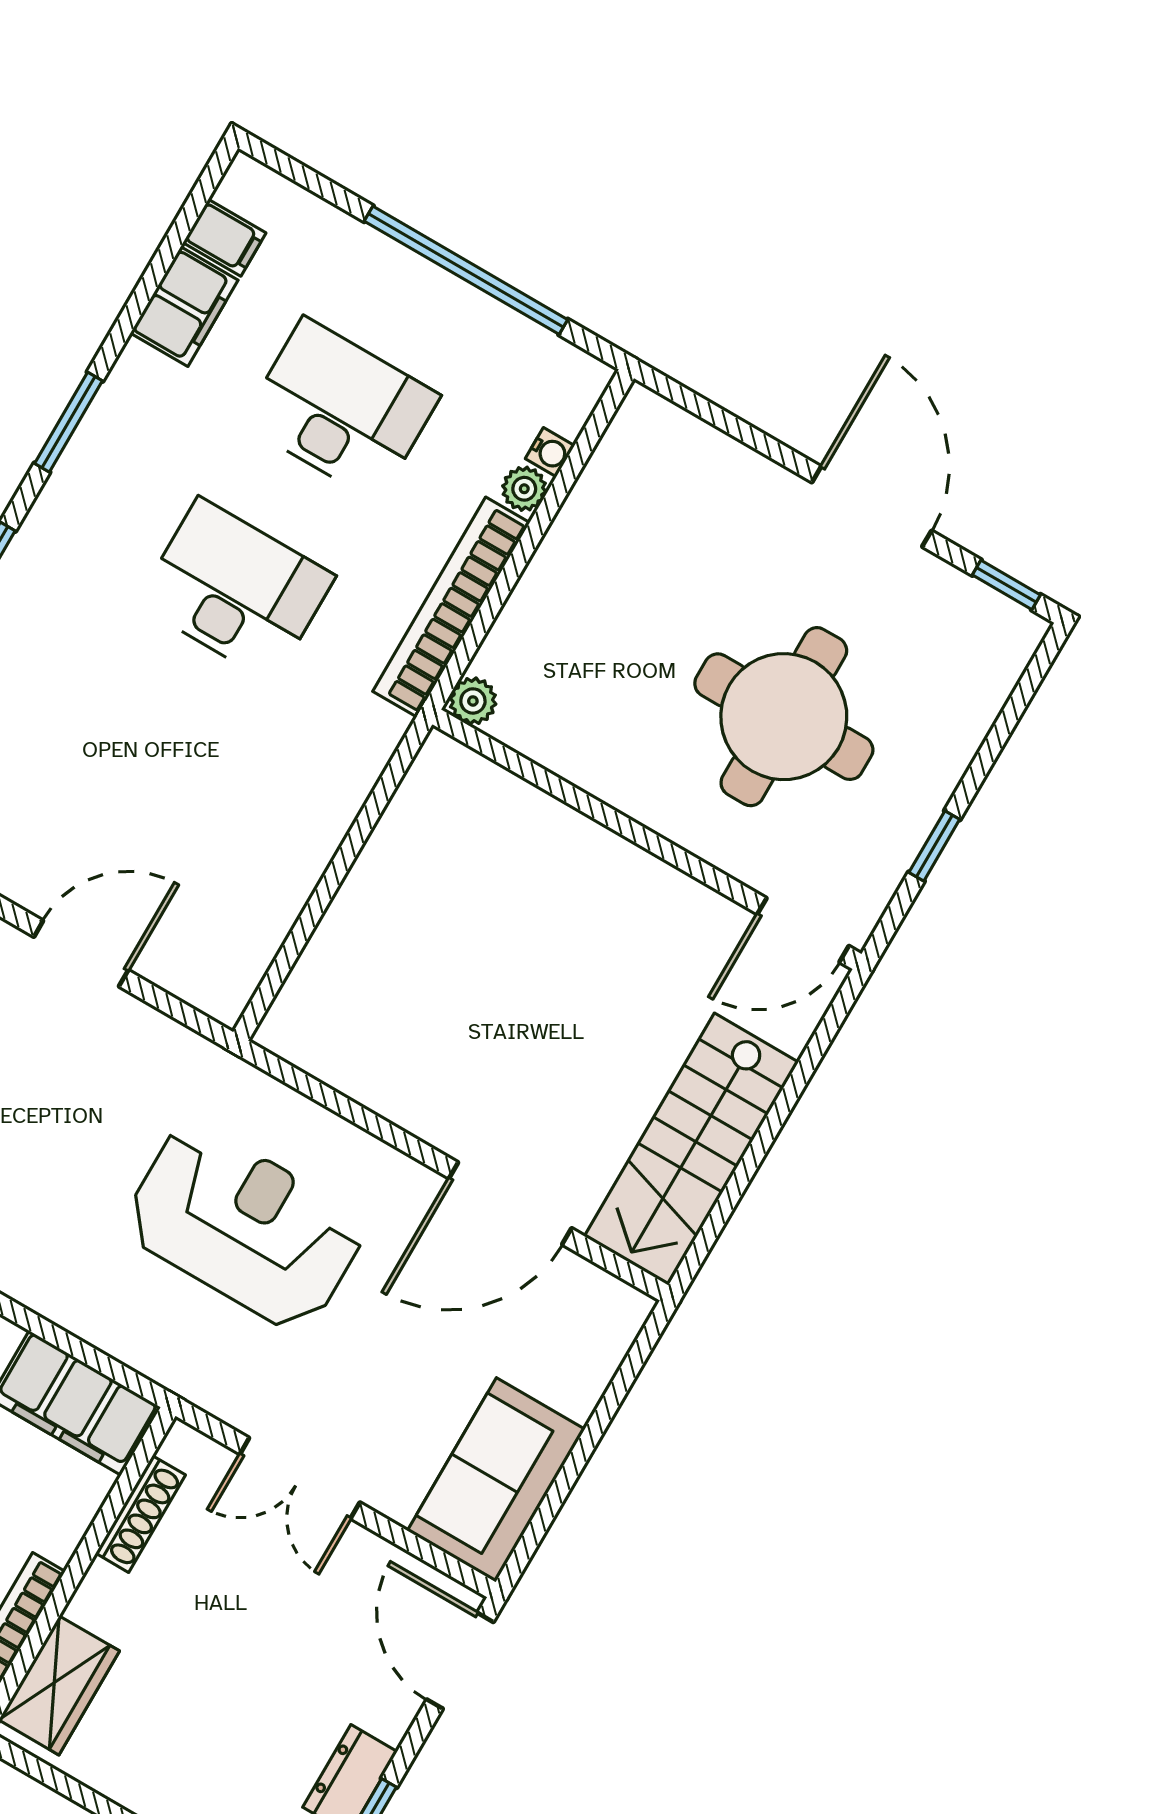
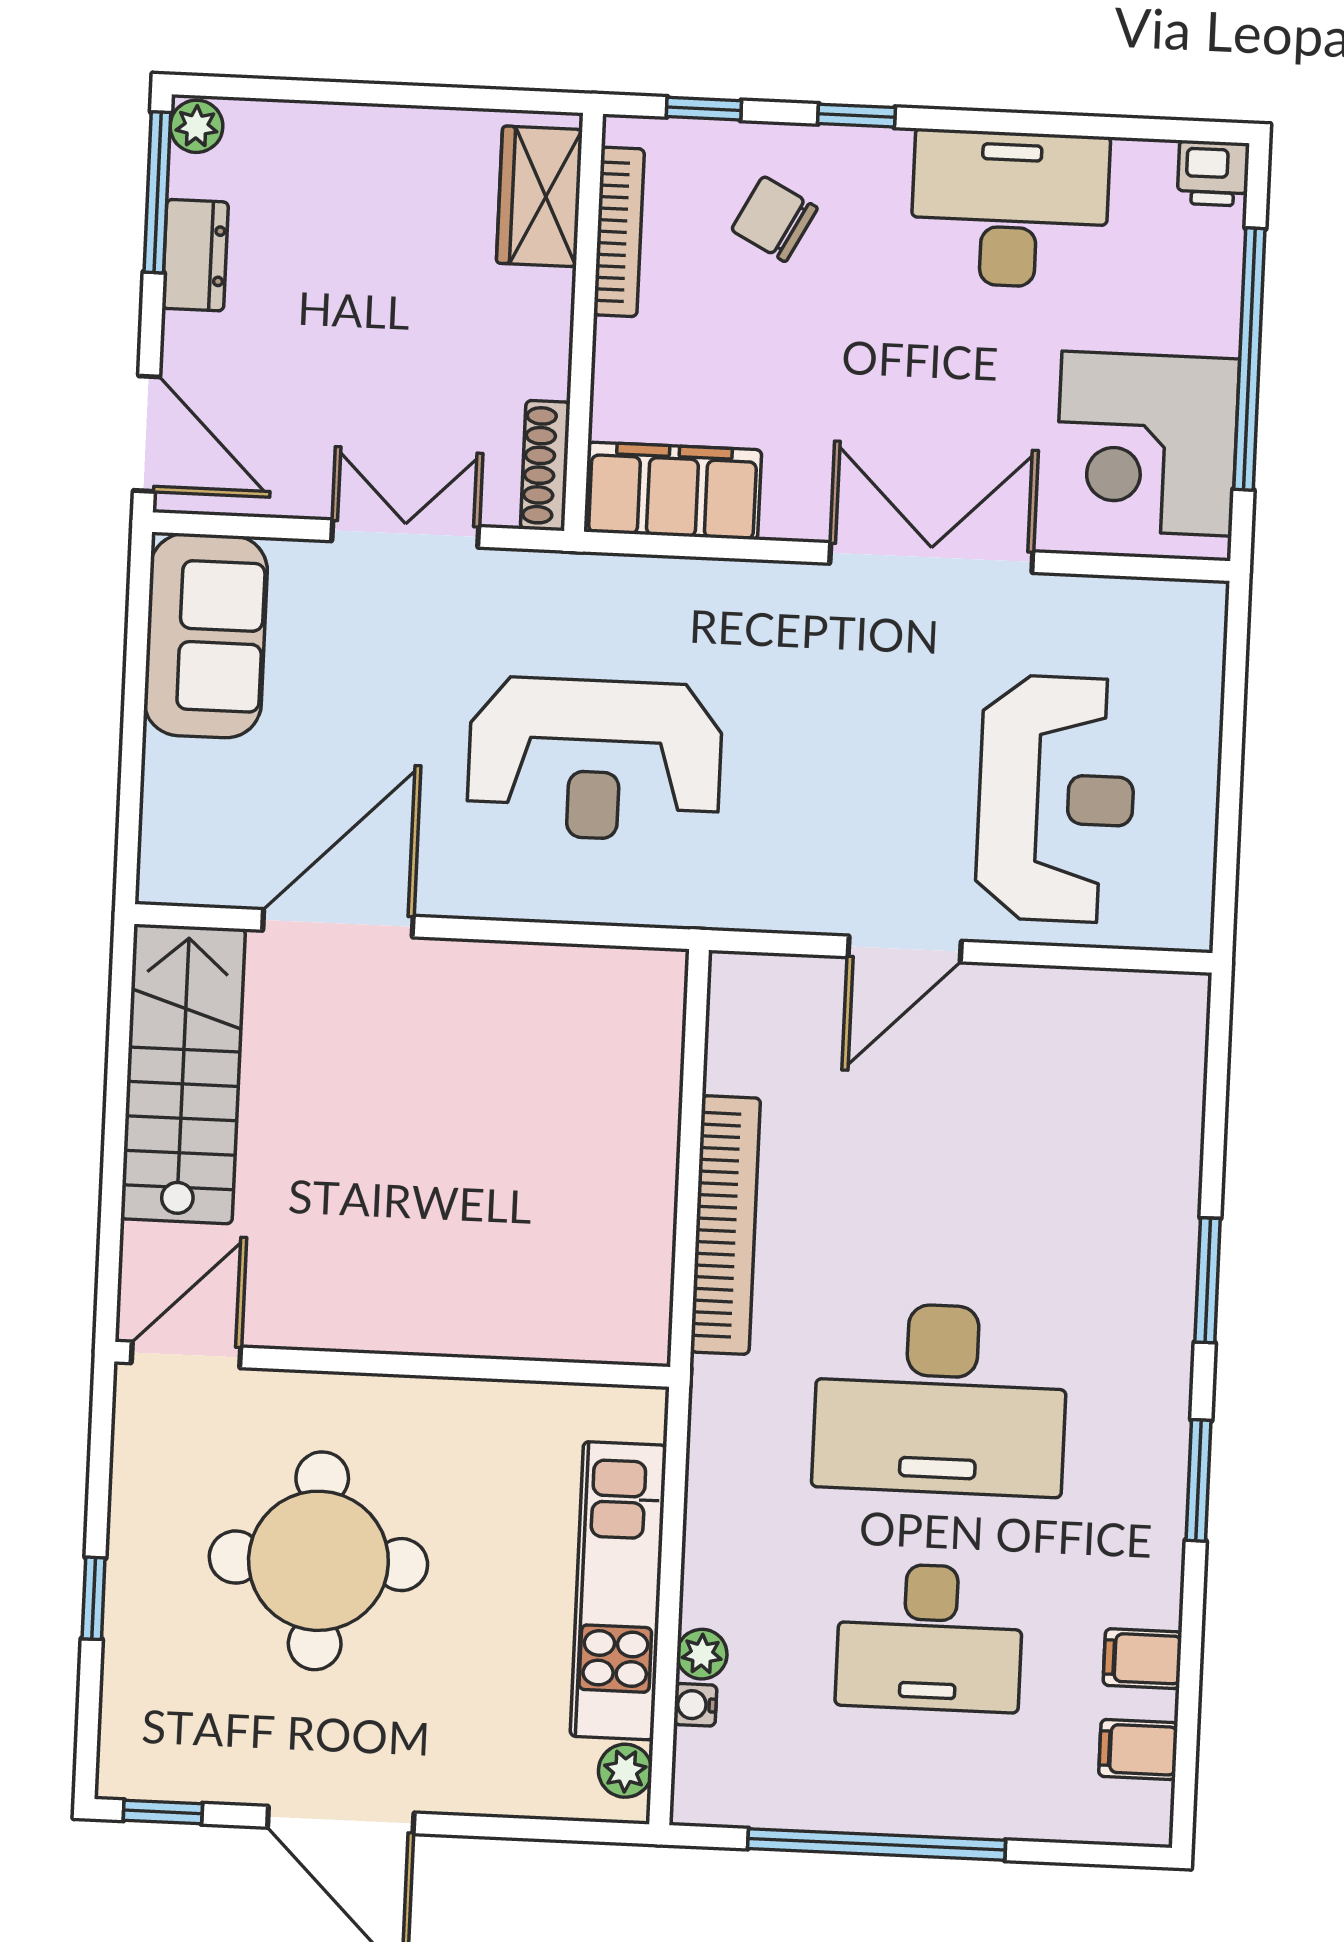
filing cabinet: (184, 307) -> (1142, 1659), width x0.50
kitchen unit: (563, 572) -> (618, 1591), added
desk: (236, 590) -> (940, 1399), width x1.36, depth x1.30
bookcase: (451, 607) -> (726, 1225), moved
plant: (473, 701) -> (625, 1771), moved
window: (934, 846) -> (94, 1598), moved
shoe rack: (141, 1514) -> (545, 466), moved

